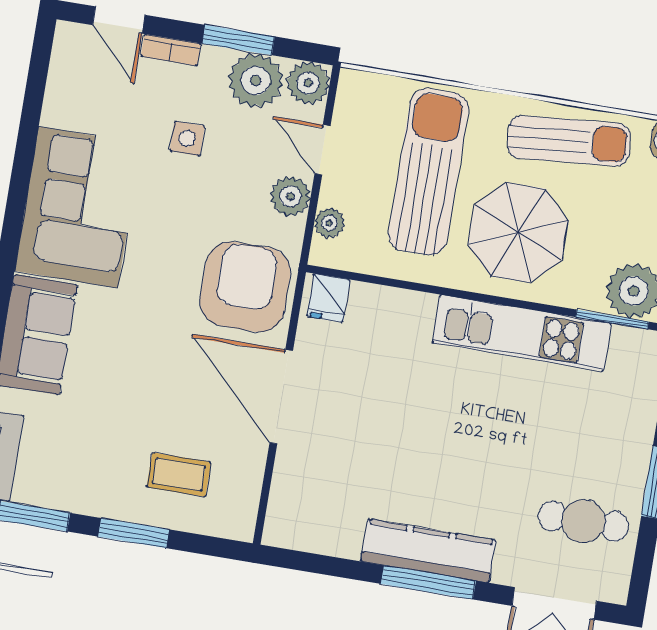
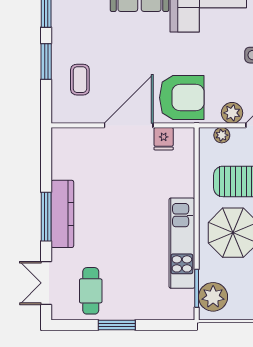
fridge: (328, 298) -> (164, 139), moved, turned -90

